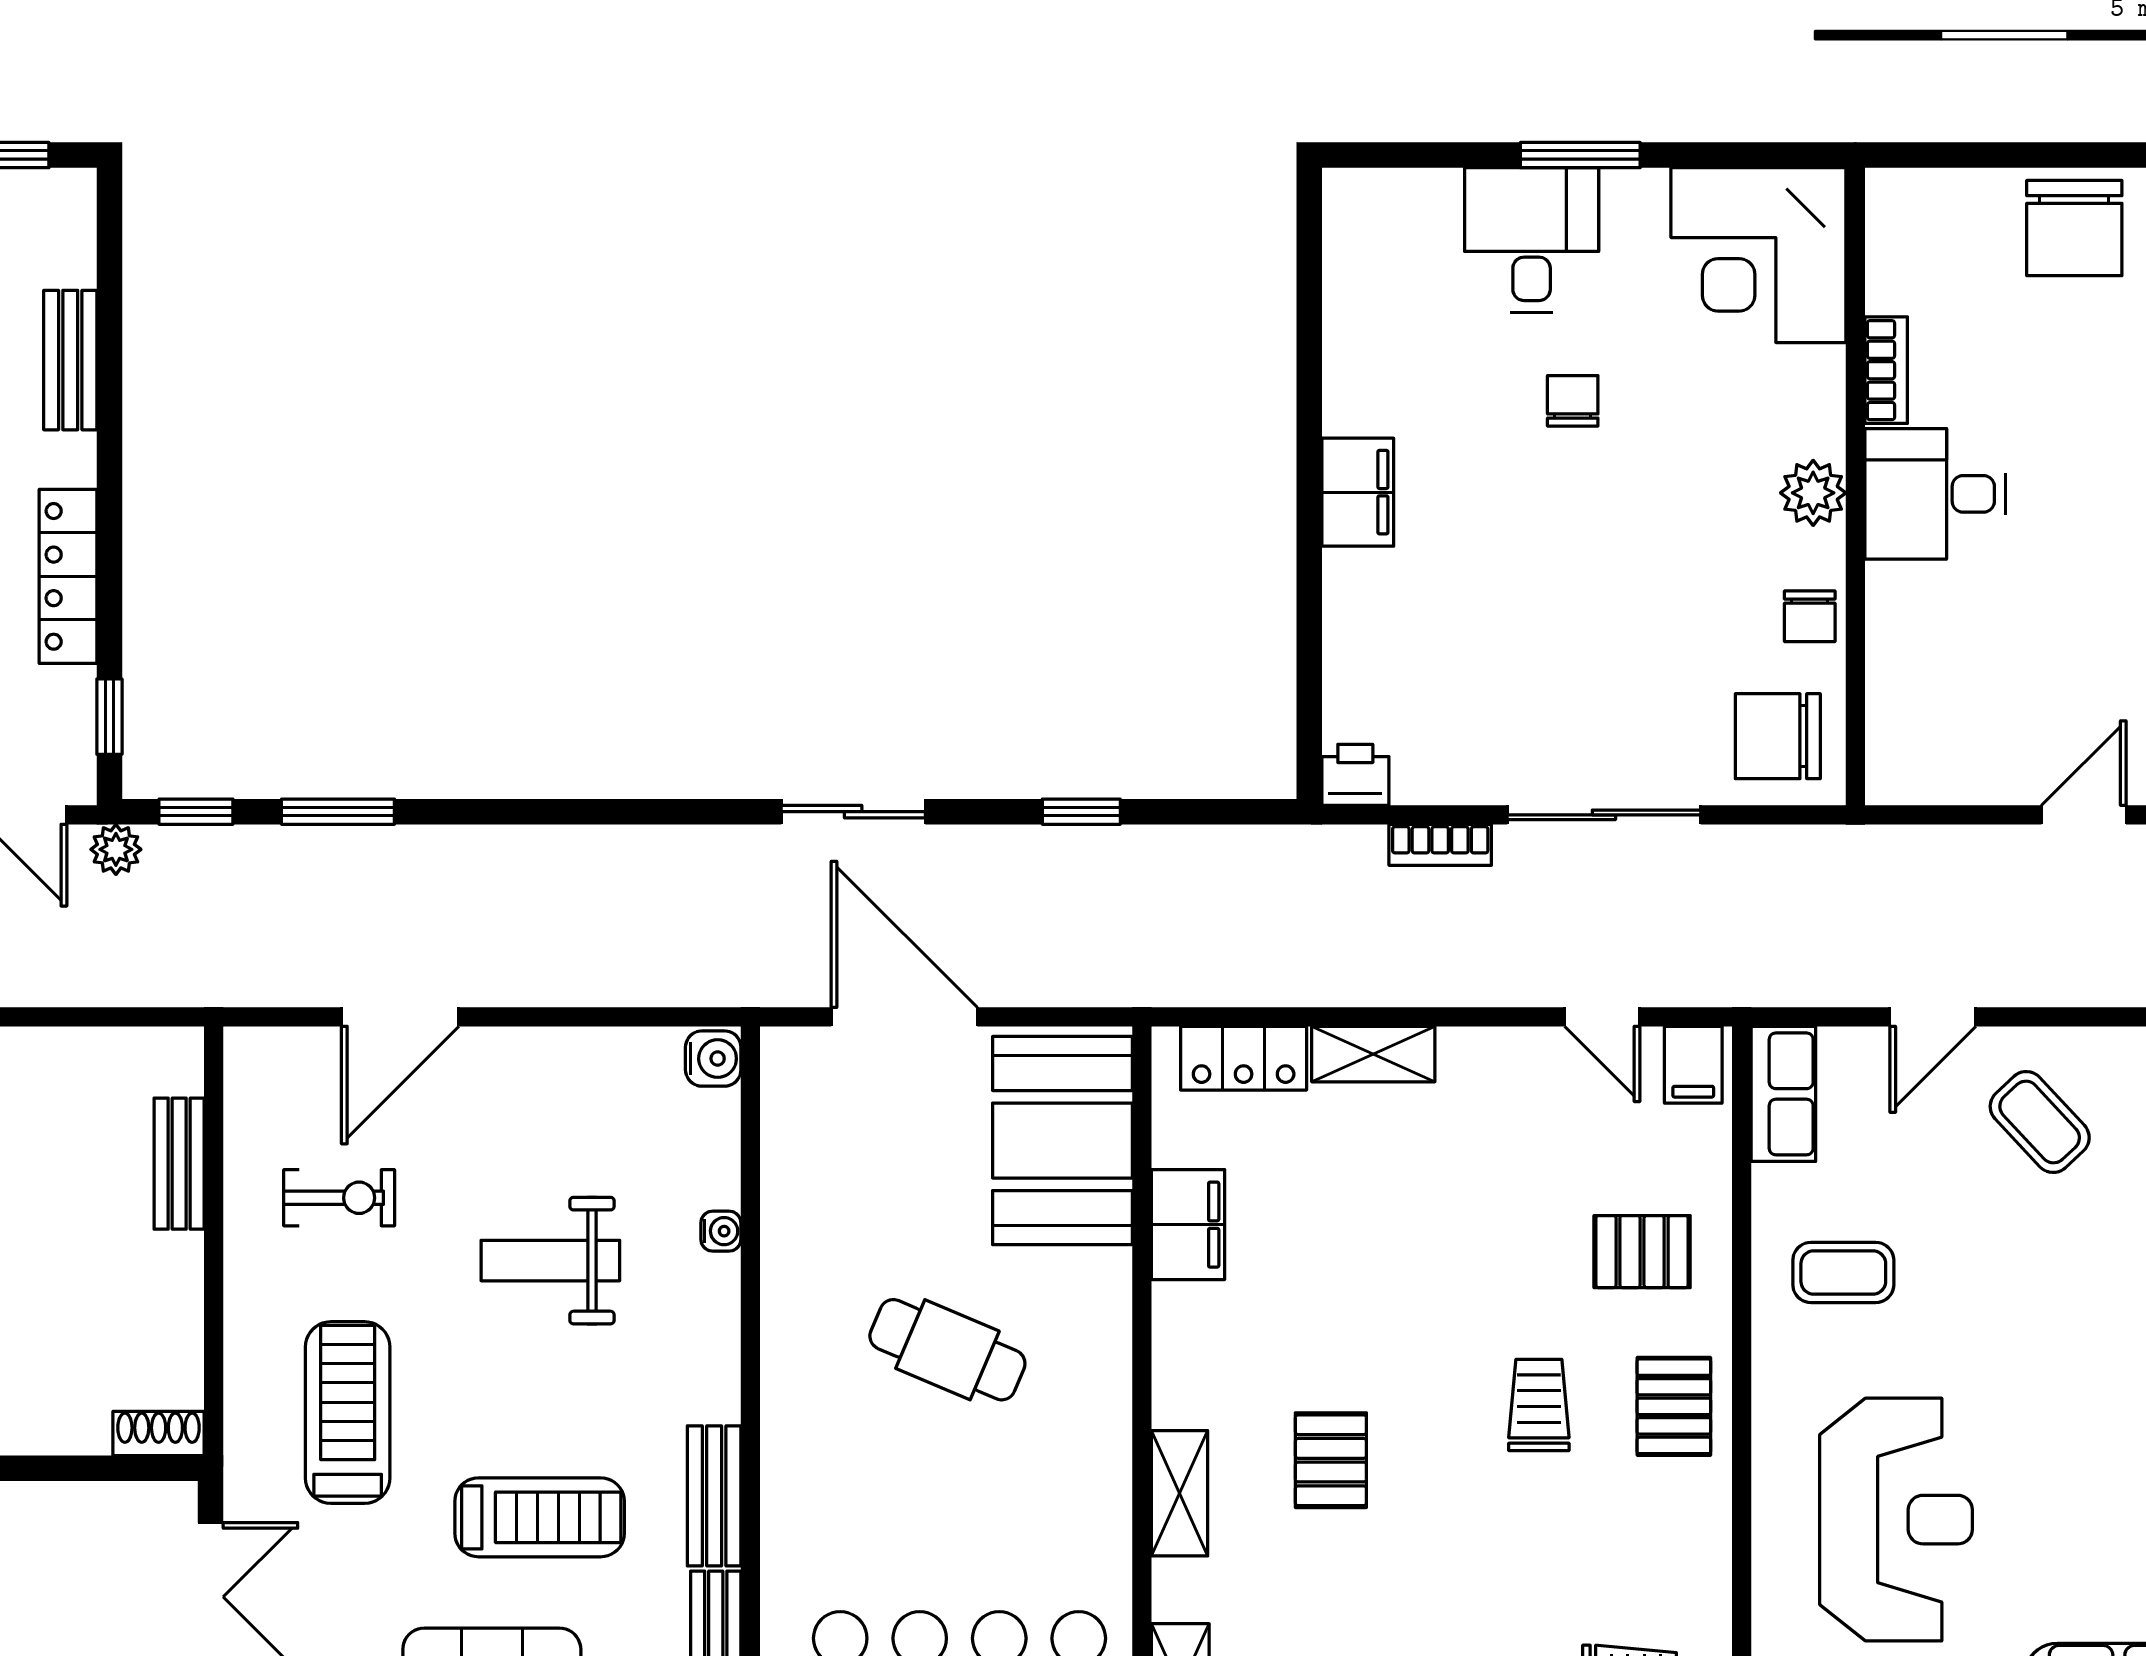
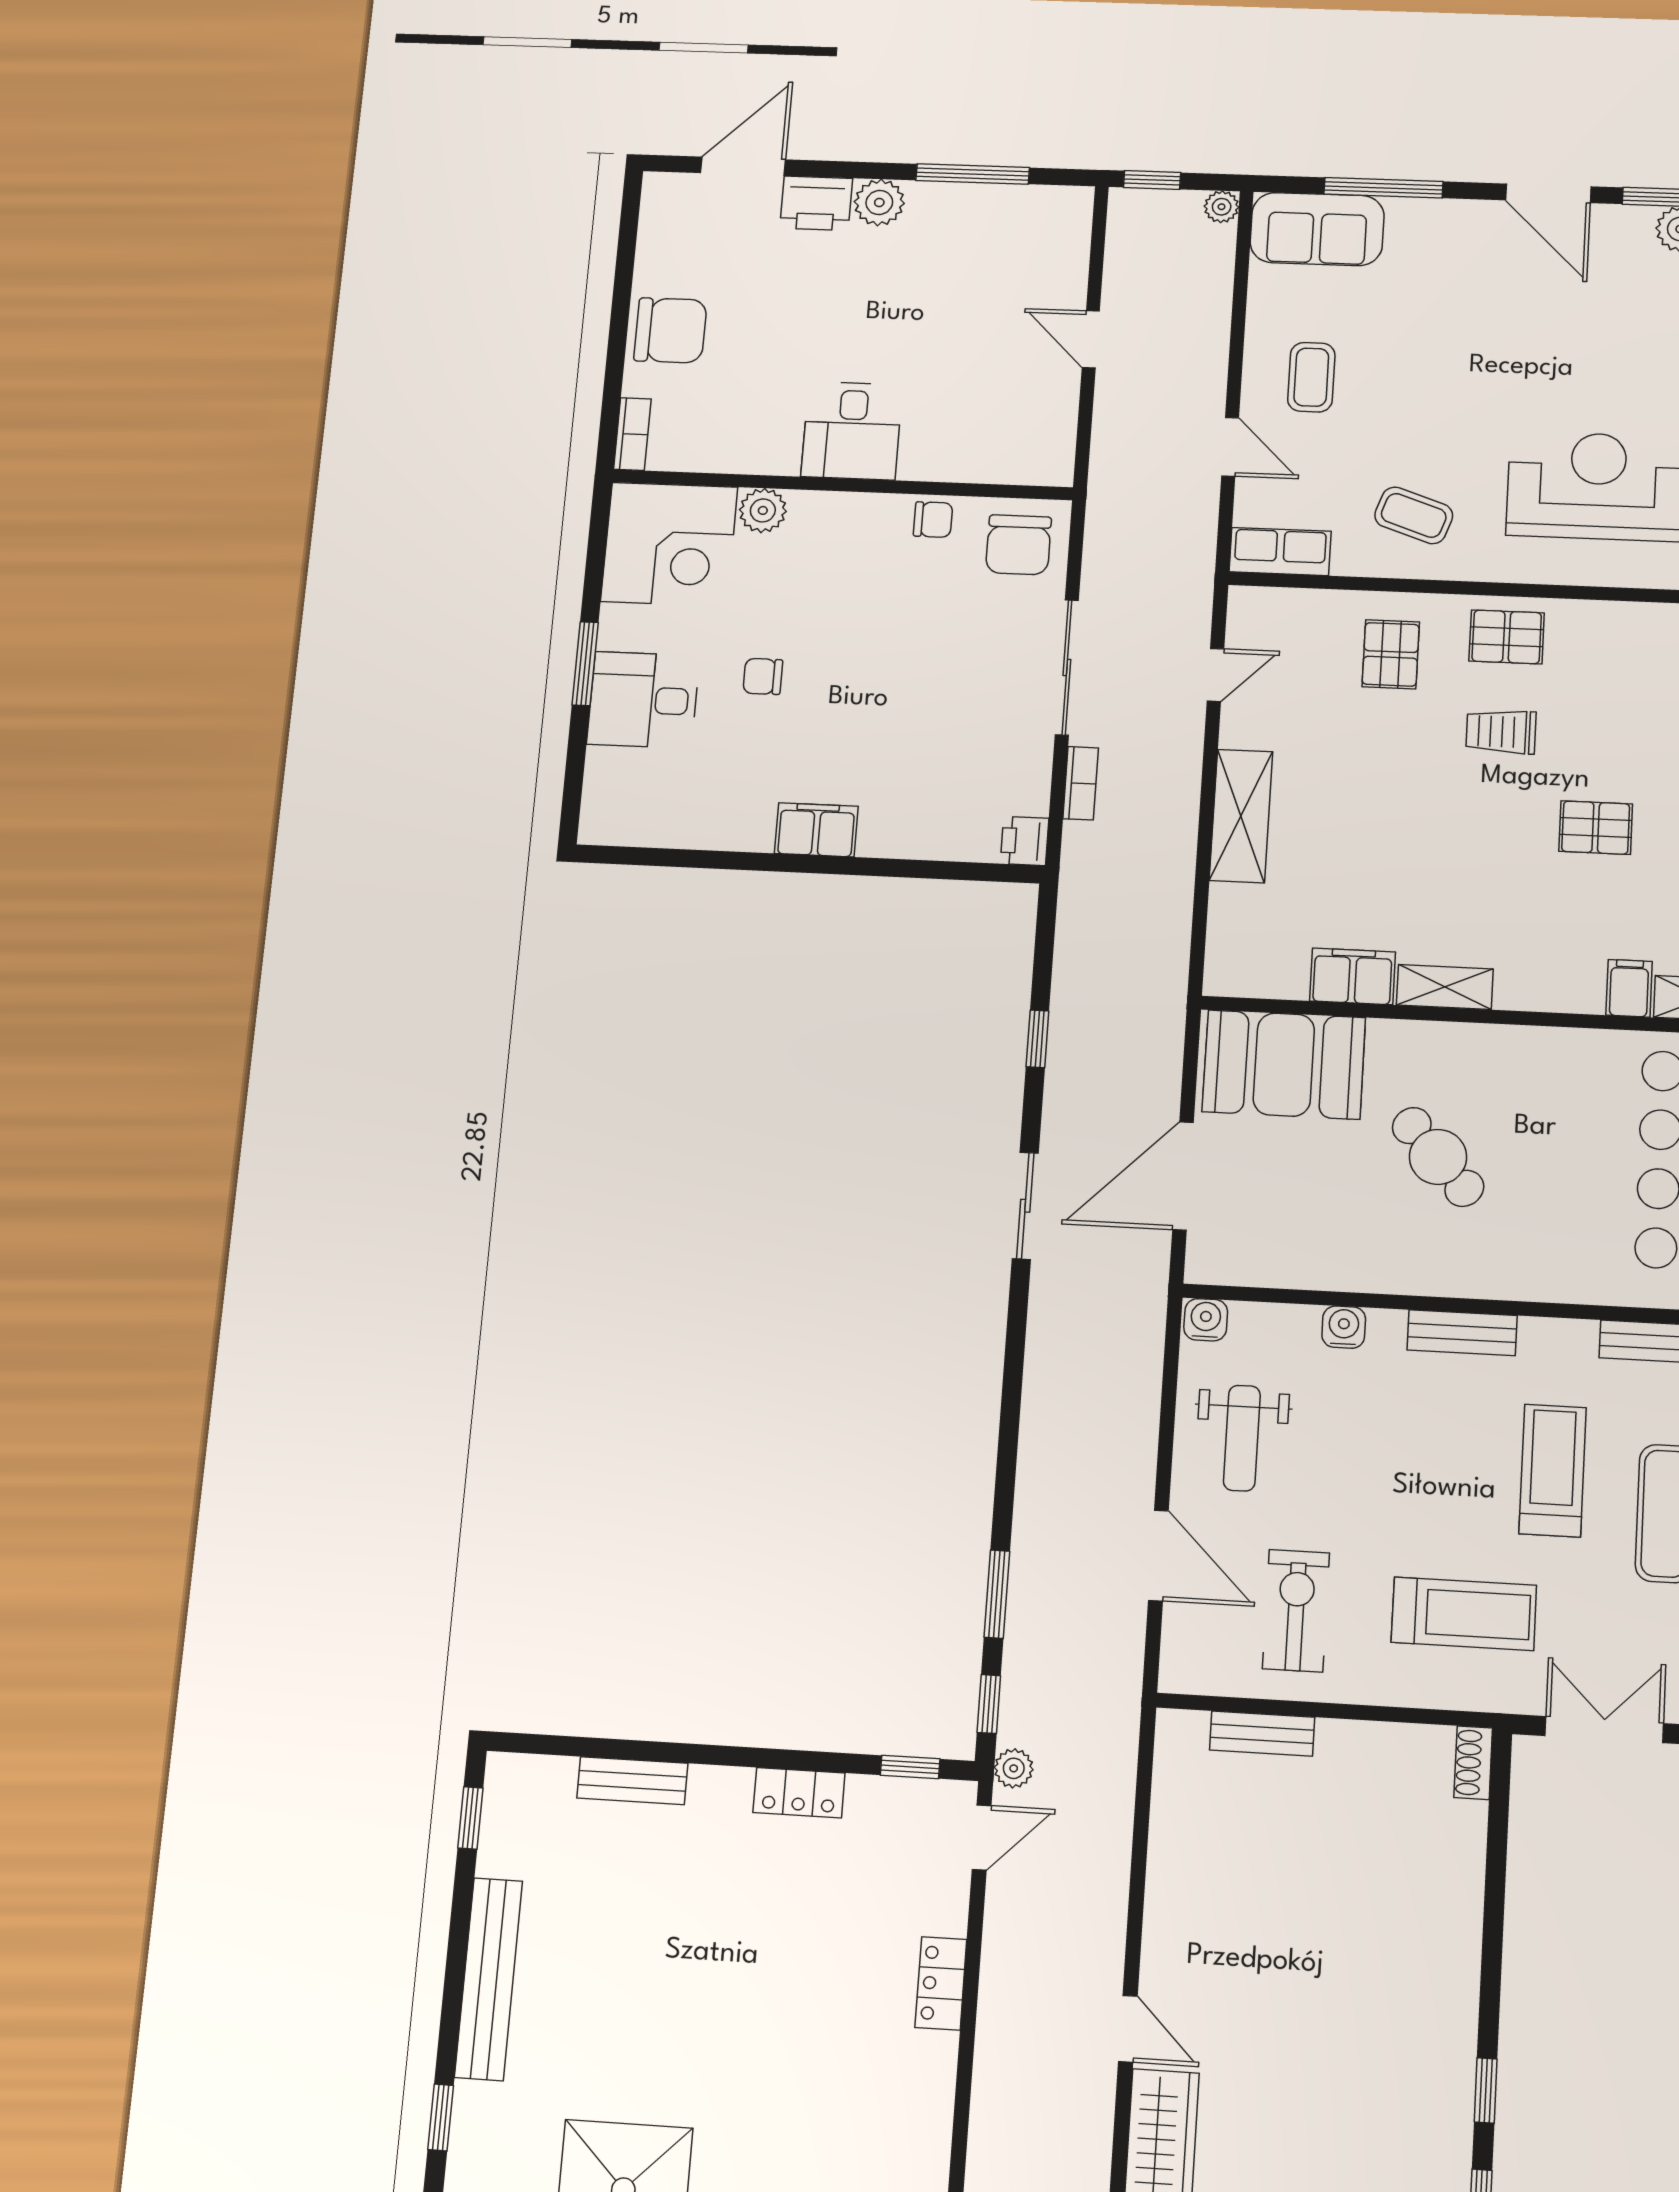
bookcase: (1886, 370) -> (632, 434), moved, turned 90
plant: (1813, 493) -> (763, 510), moved
locker: (68, 576) -> (799, 1793), width x0.66
shelving: (1373, 1054) -> (1241, 816), width x1.50, depth x1.33
locker: (1244, 1058) -> (1230, 930), removed
filing cabinet: (1693, 1065) -> (1629, 988), moved, turned -90
coffee table: (2040, 1122) -> (1311, 377), turned -47
exercise bike: (339, 1198) -> (1296, 1611), width x1.38, depth x1.39
water cooler: (721, 1231) -> (1344, 1327), width x1.38, depth x1.38
weight bench: (550, 1261) -> (1242, 1438), moved
coffee table: (1843, 1272) -> (1414, 515), turned -71
cafe table: (947, 1350) -> (1438, 1157), turned -65
treadmill: (348, 1413) -> (1464, 1614), turned 180
pallet: (1331, 1460) -> (1596, 828), moved
shelving: (1179, 1493) -> (1445, 987), moved
bench: (714, 1496) -> (1462, 1333), moved

